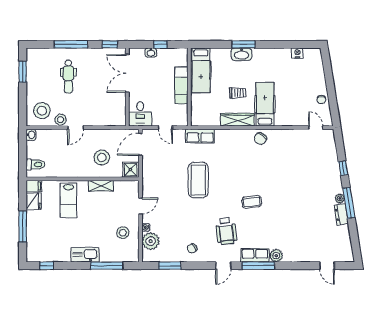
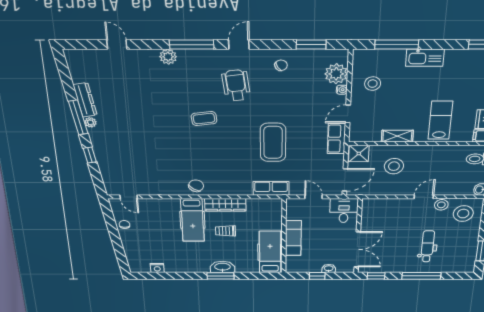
dresser: (341, 214) -> (85, 100), width x1.44
row of seats: (255, 255) -> (336, 139), moved, turned 90
door: (327, 266) -> (117, 45), moved

